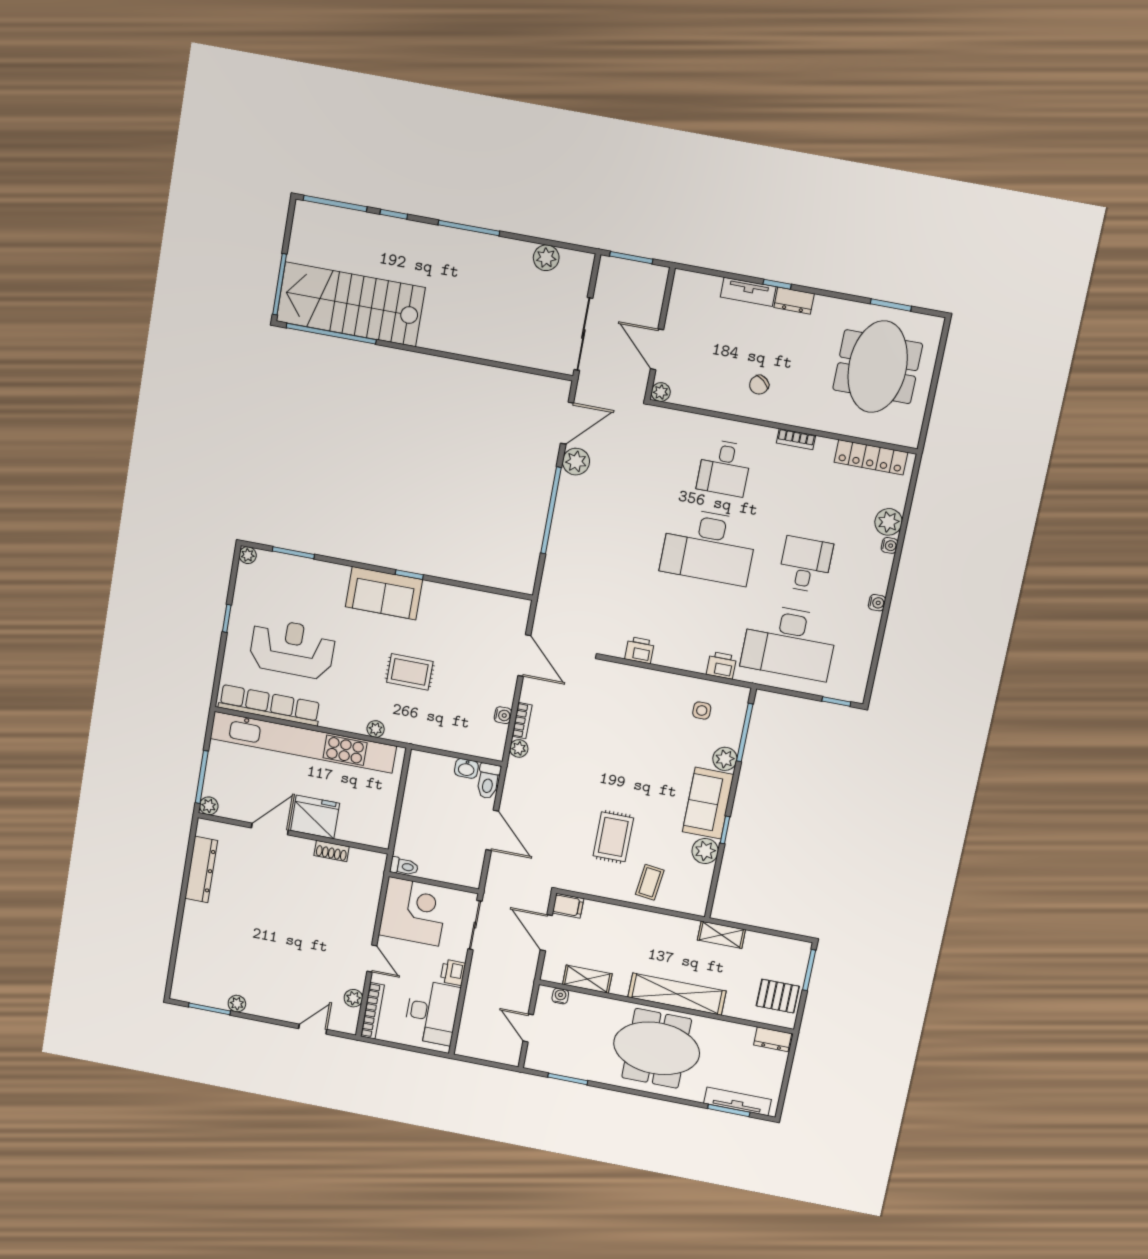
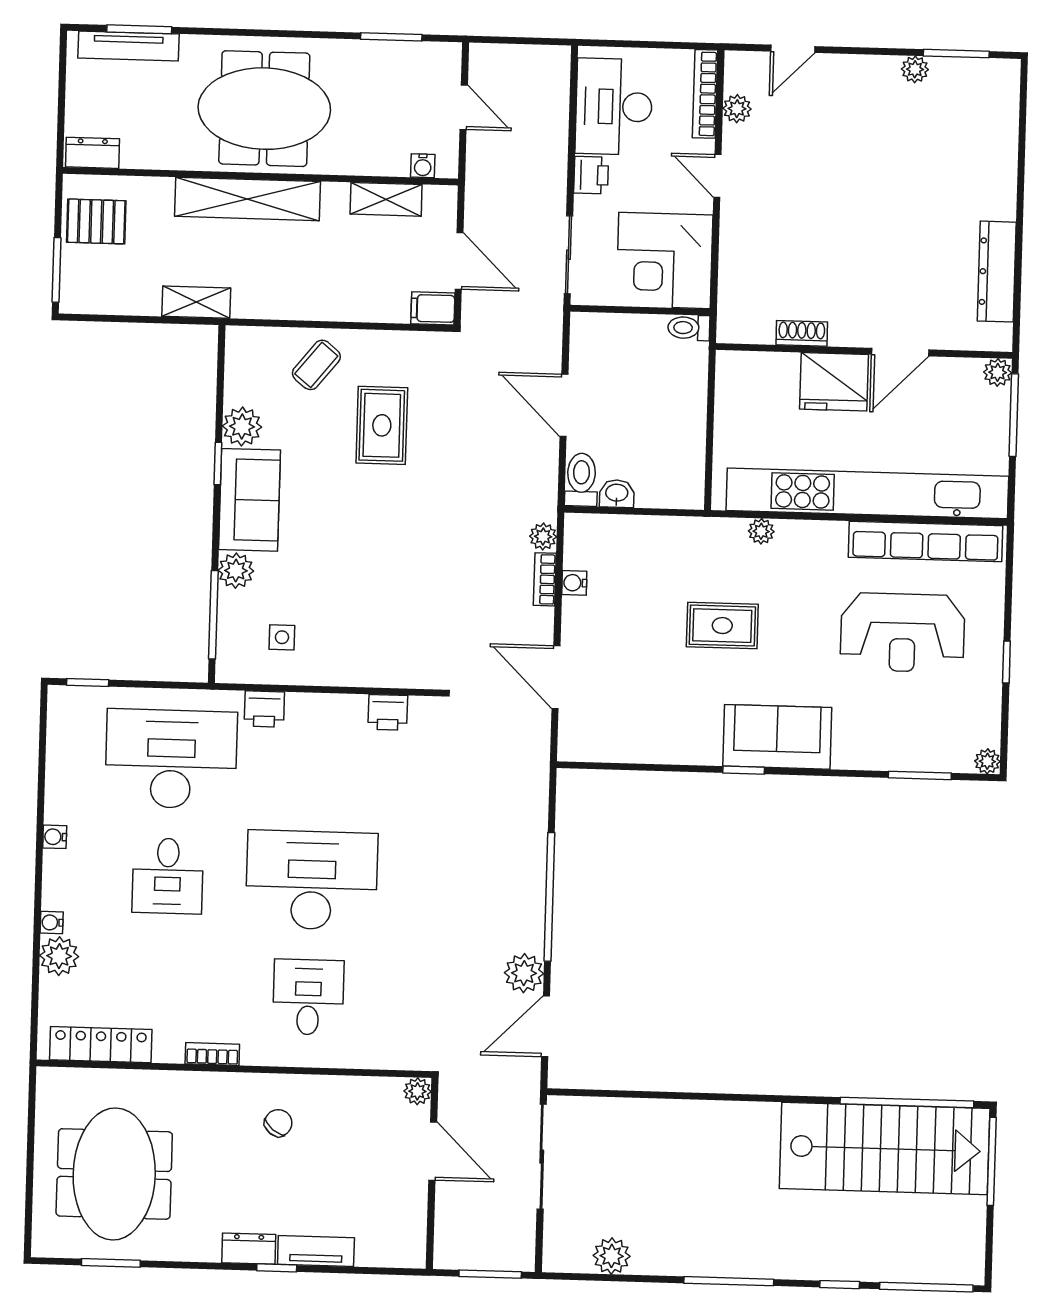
coffee table: (650, 882) -> (316, 365), turned 32

